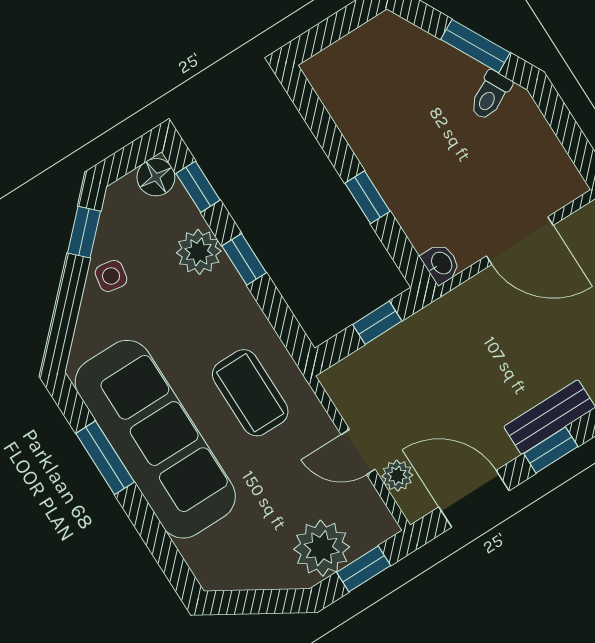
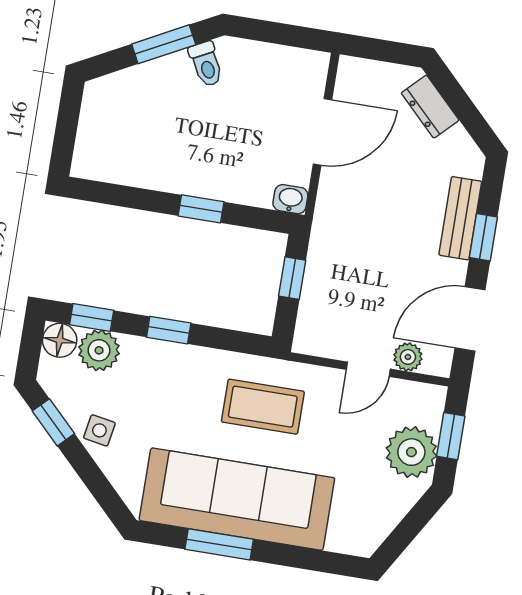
plant: (199, 252) -> (99, 350), moved

